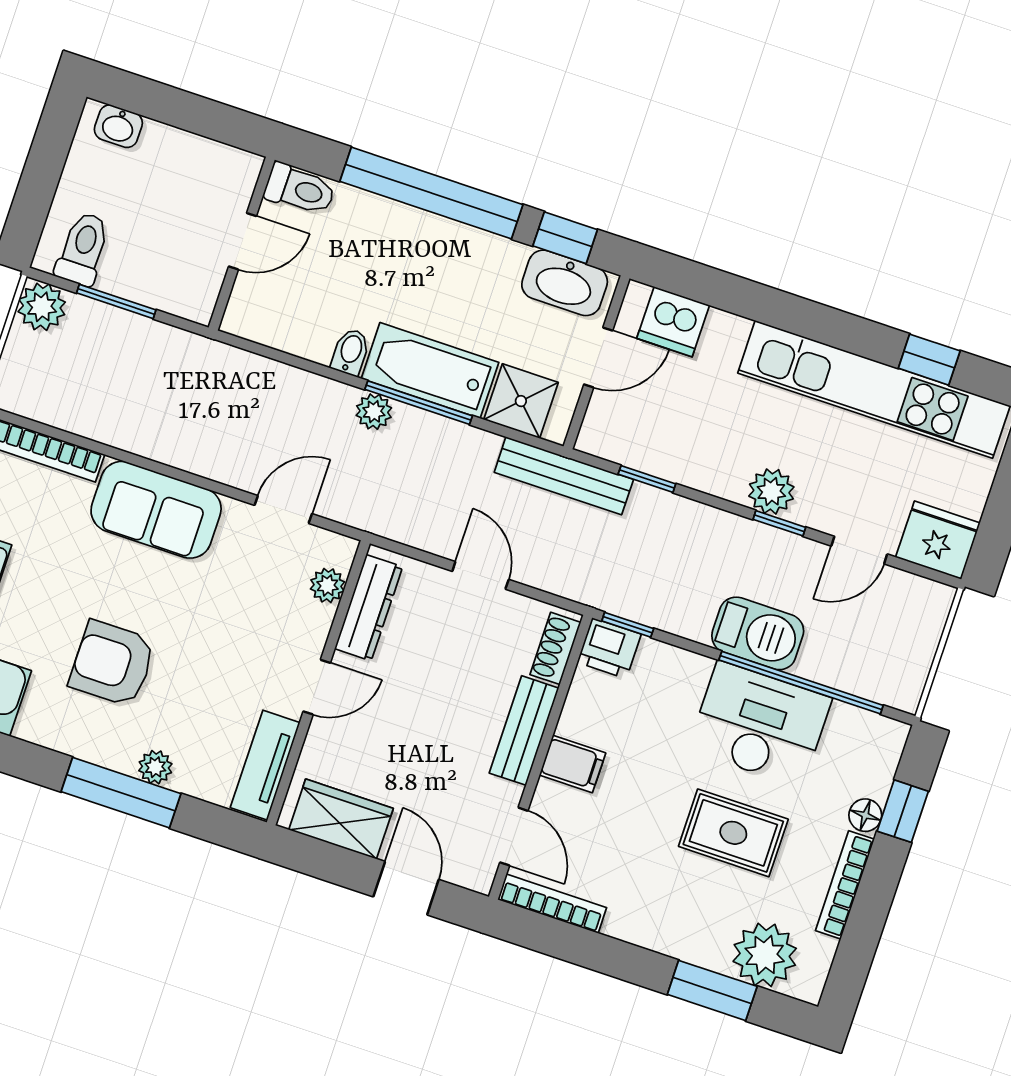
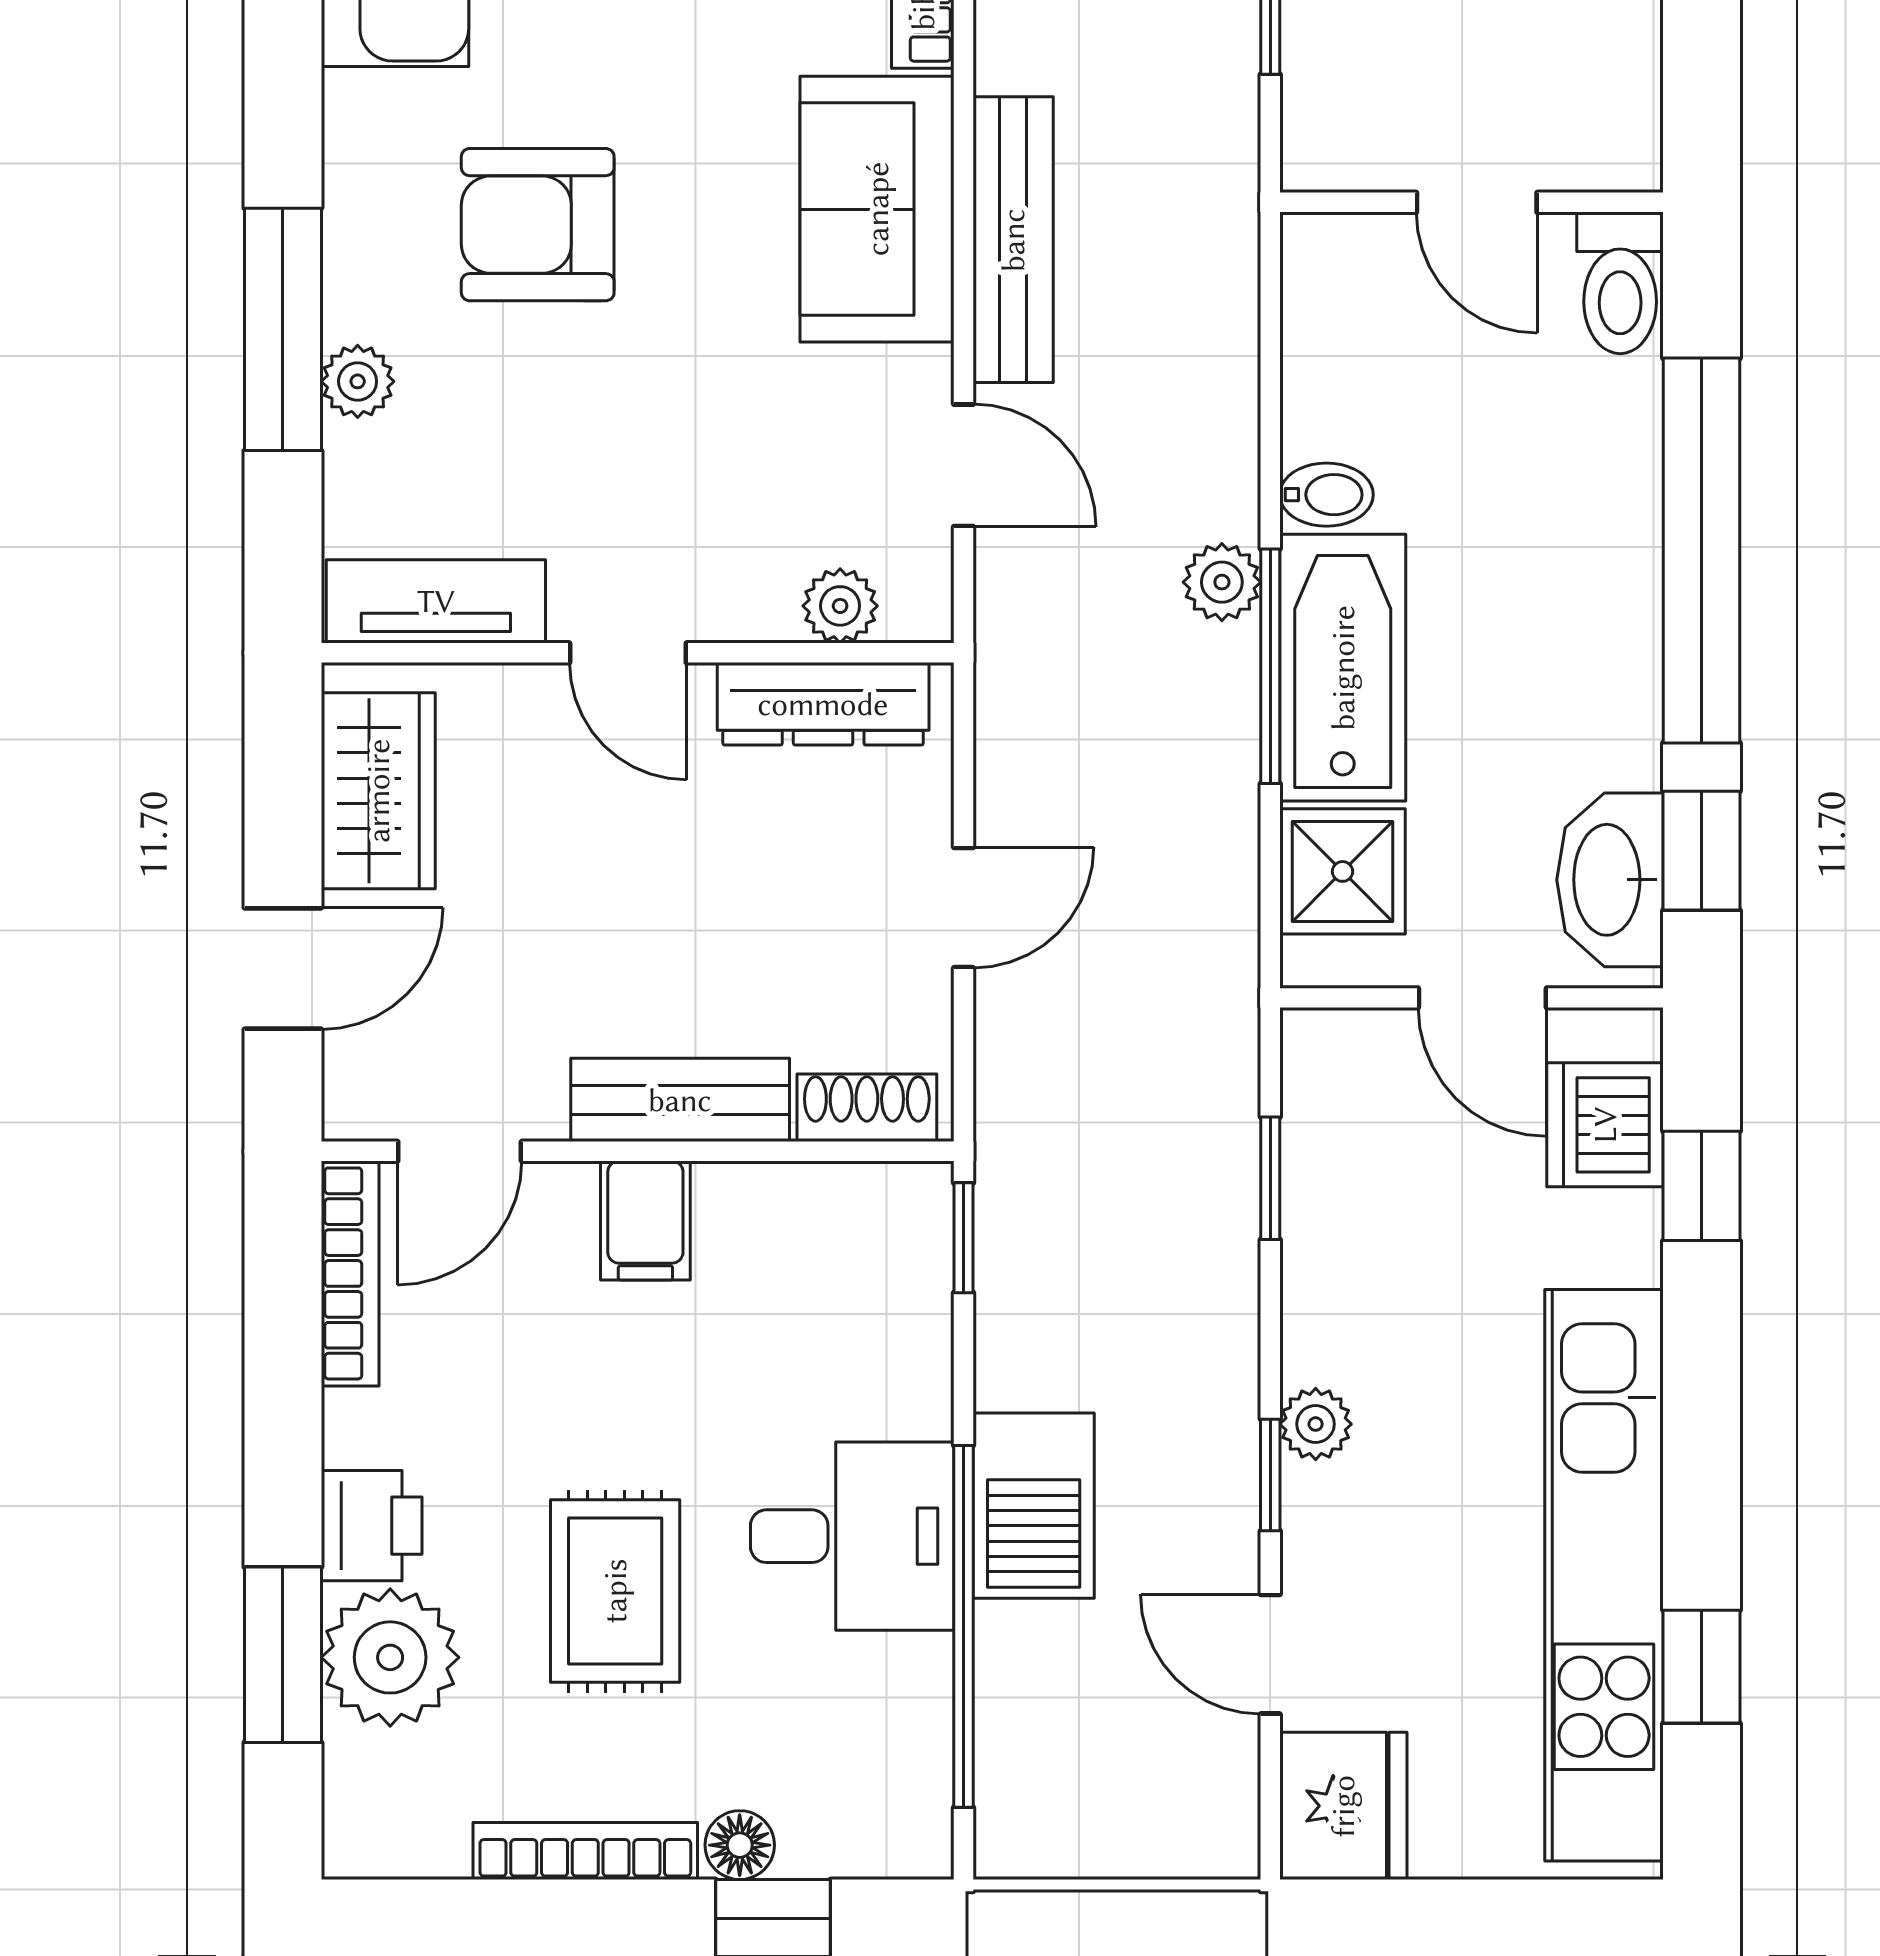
window: (715, 288) -> (1702, 1186), added
bench: (564, 476) -> (1013, 240), moved
plant: (771, 492) -> (1316, 1424), width x0.73, depth x0.73
printer: (609, 648) -> (372, 1526), moved, turned 180
armchair: (112, 663) -> (538, 225), turned -90
desk: (760, 724) -> (852, 1536), width x0.73
plant: (765, 955) -> (390, 1657), moved

